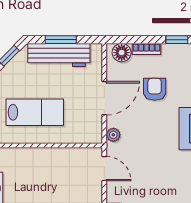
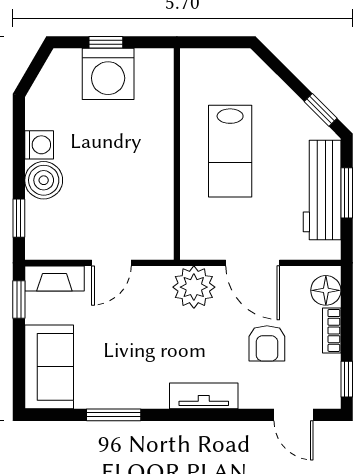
armchair: (155, 89) -> (267, 343), turned 90
plant: (113, 135) -> (194, 287), width x1.88, depth x1.88
door: (104, 169) -> (111, 263), moved

